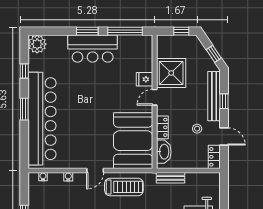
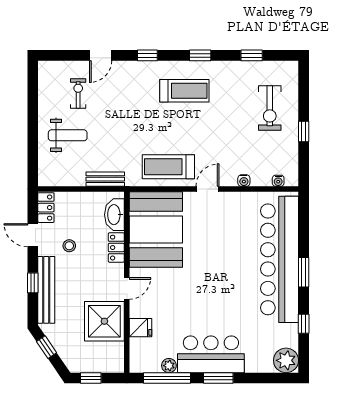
plant: (124, 40) -> (169, 366), added
fridge: (145, 79) -> (140, 328), moved

